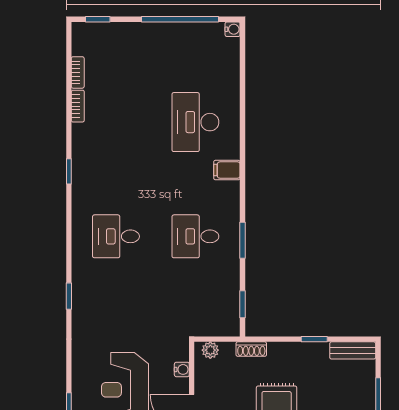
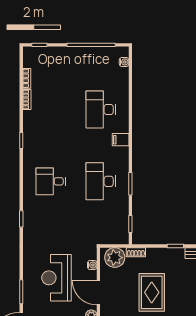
water cooler: (233, 29) -> (124, 62), moved
desk: (195, 236) -> (101, 181), width x1.37
plant: (210, 350) -> (115, 258), width x1.88, depth x1.88

